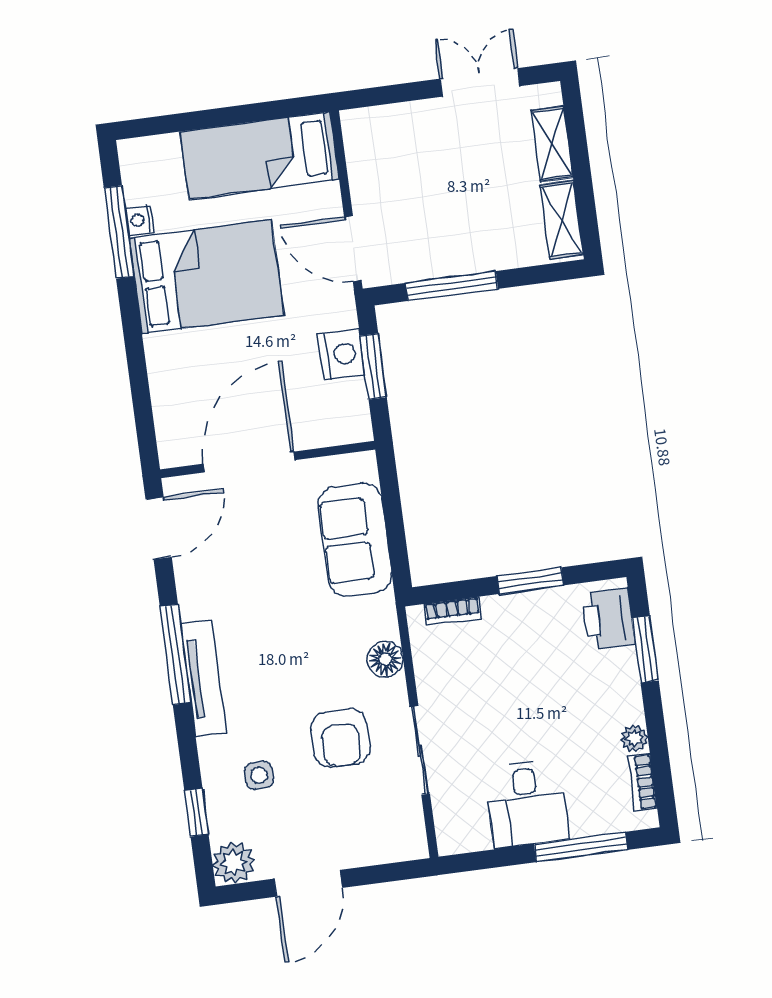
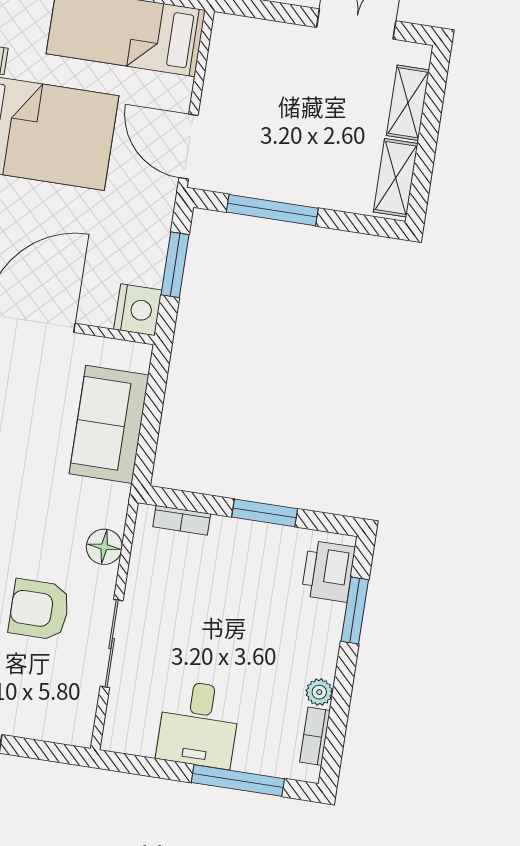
nightstand: (341, 354) -> (138, 310), moved
armchair: (340, 738) -> (39, 610), turned 90

